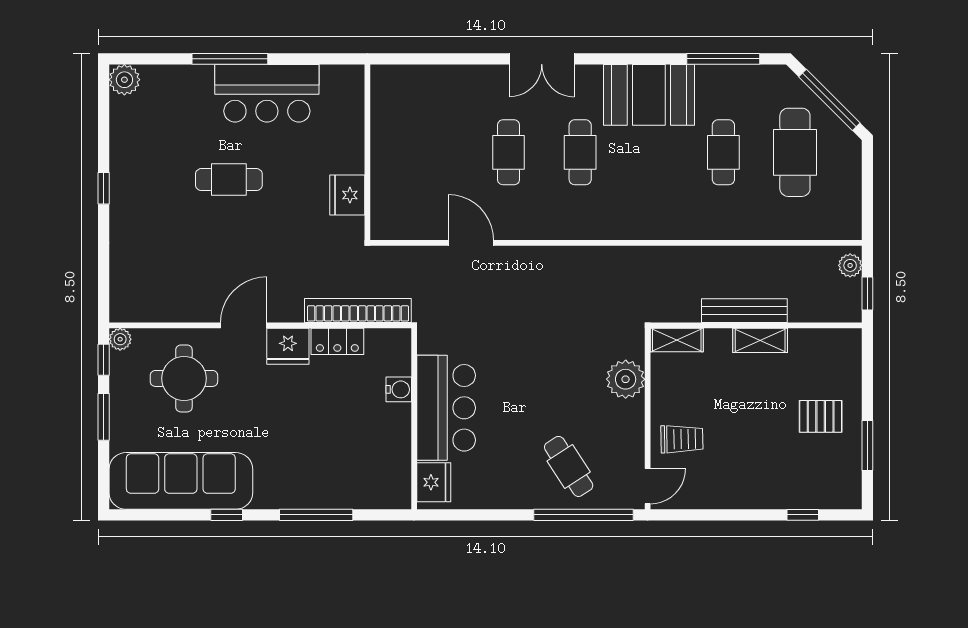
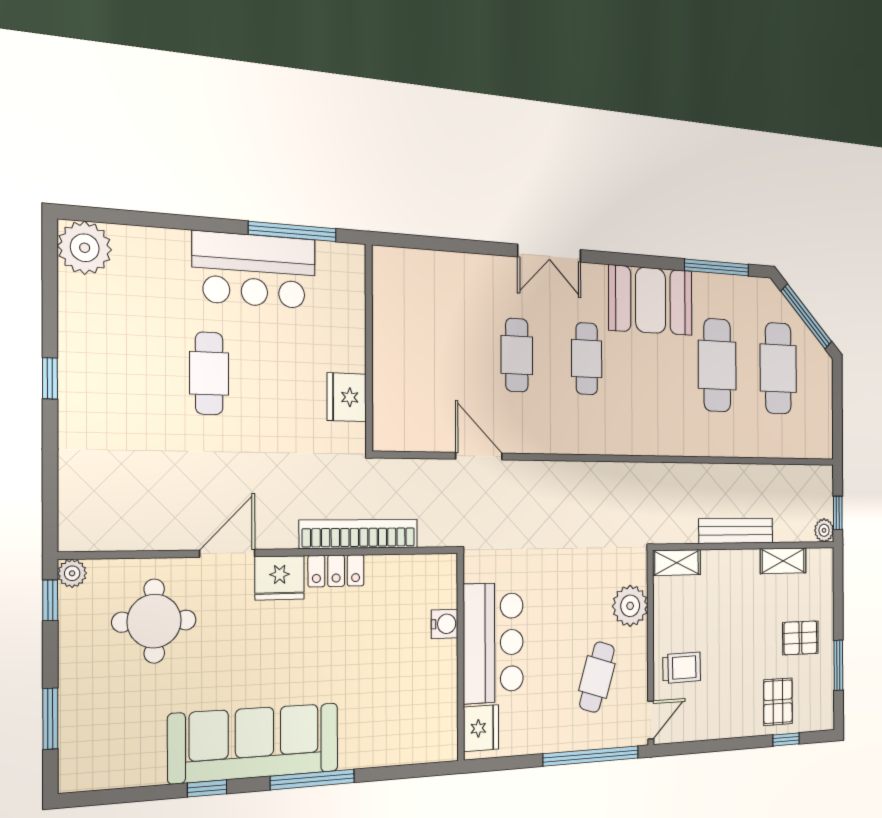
window: (230, 59) -> (293, 232), moved
plant: (124, 80) -> (85, 248), width x1.36, depth x1.36
cafe table: (723, 152) -> (717, 365), width x1.37, depth x1.35
cafe table: (229, 180) -> (209, 373), turned 90
plant: (850, 265) -> (824, 530), moved
shelving: (760, 340) -> (783, 561), moved
water cooler: (399, 389) -> (445, 624), moved
bar counter: (446, 408) -> (493, 643), moved
window: (104, 417) -> (50, 719), moved
wall: (414, 419) -> (461, 657), moved
cafe table: (569, 466) -> (597, 677), moved, turned 50
pallet: (793, 477) -> (778, 702), added
sofa: (181, 481) -> (255, 743), moved
fridge: (434, 482) -> (481, 728), moved

